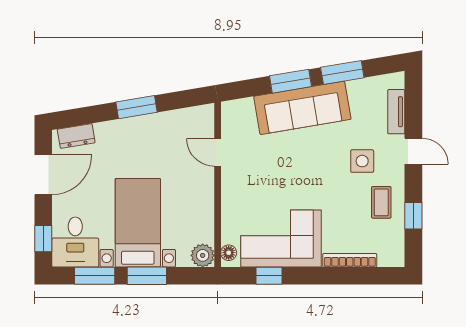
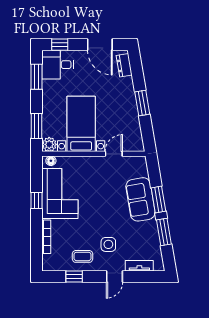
sofa: (302, 108) -> (140, 199), width x0.73
bed with nightstands: (138, 223) -> (81, 124), moved, turned -90
window: (147, 276) -> (36, 126), moved
window: (269, 276) -> (36, 200), moved

